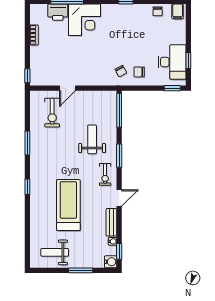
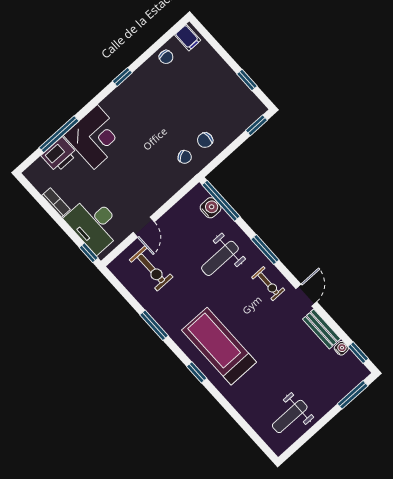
desk: (172, 62) -> (94, 224), moved, turned 180
weight bench: (92, 139) -> (220, 258), turned -90
treadmill: (68, 205) -> (219, 346), moved
water cooler: (111, 262) -> (211, 208), moved
window: (81, 270) -> (353, 395), moved

